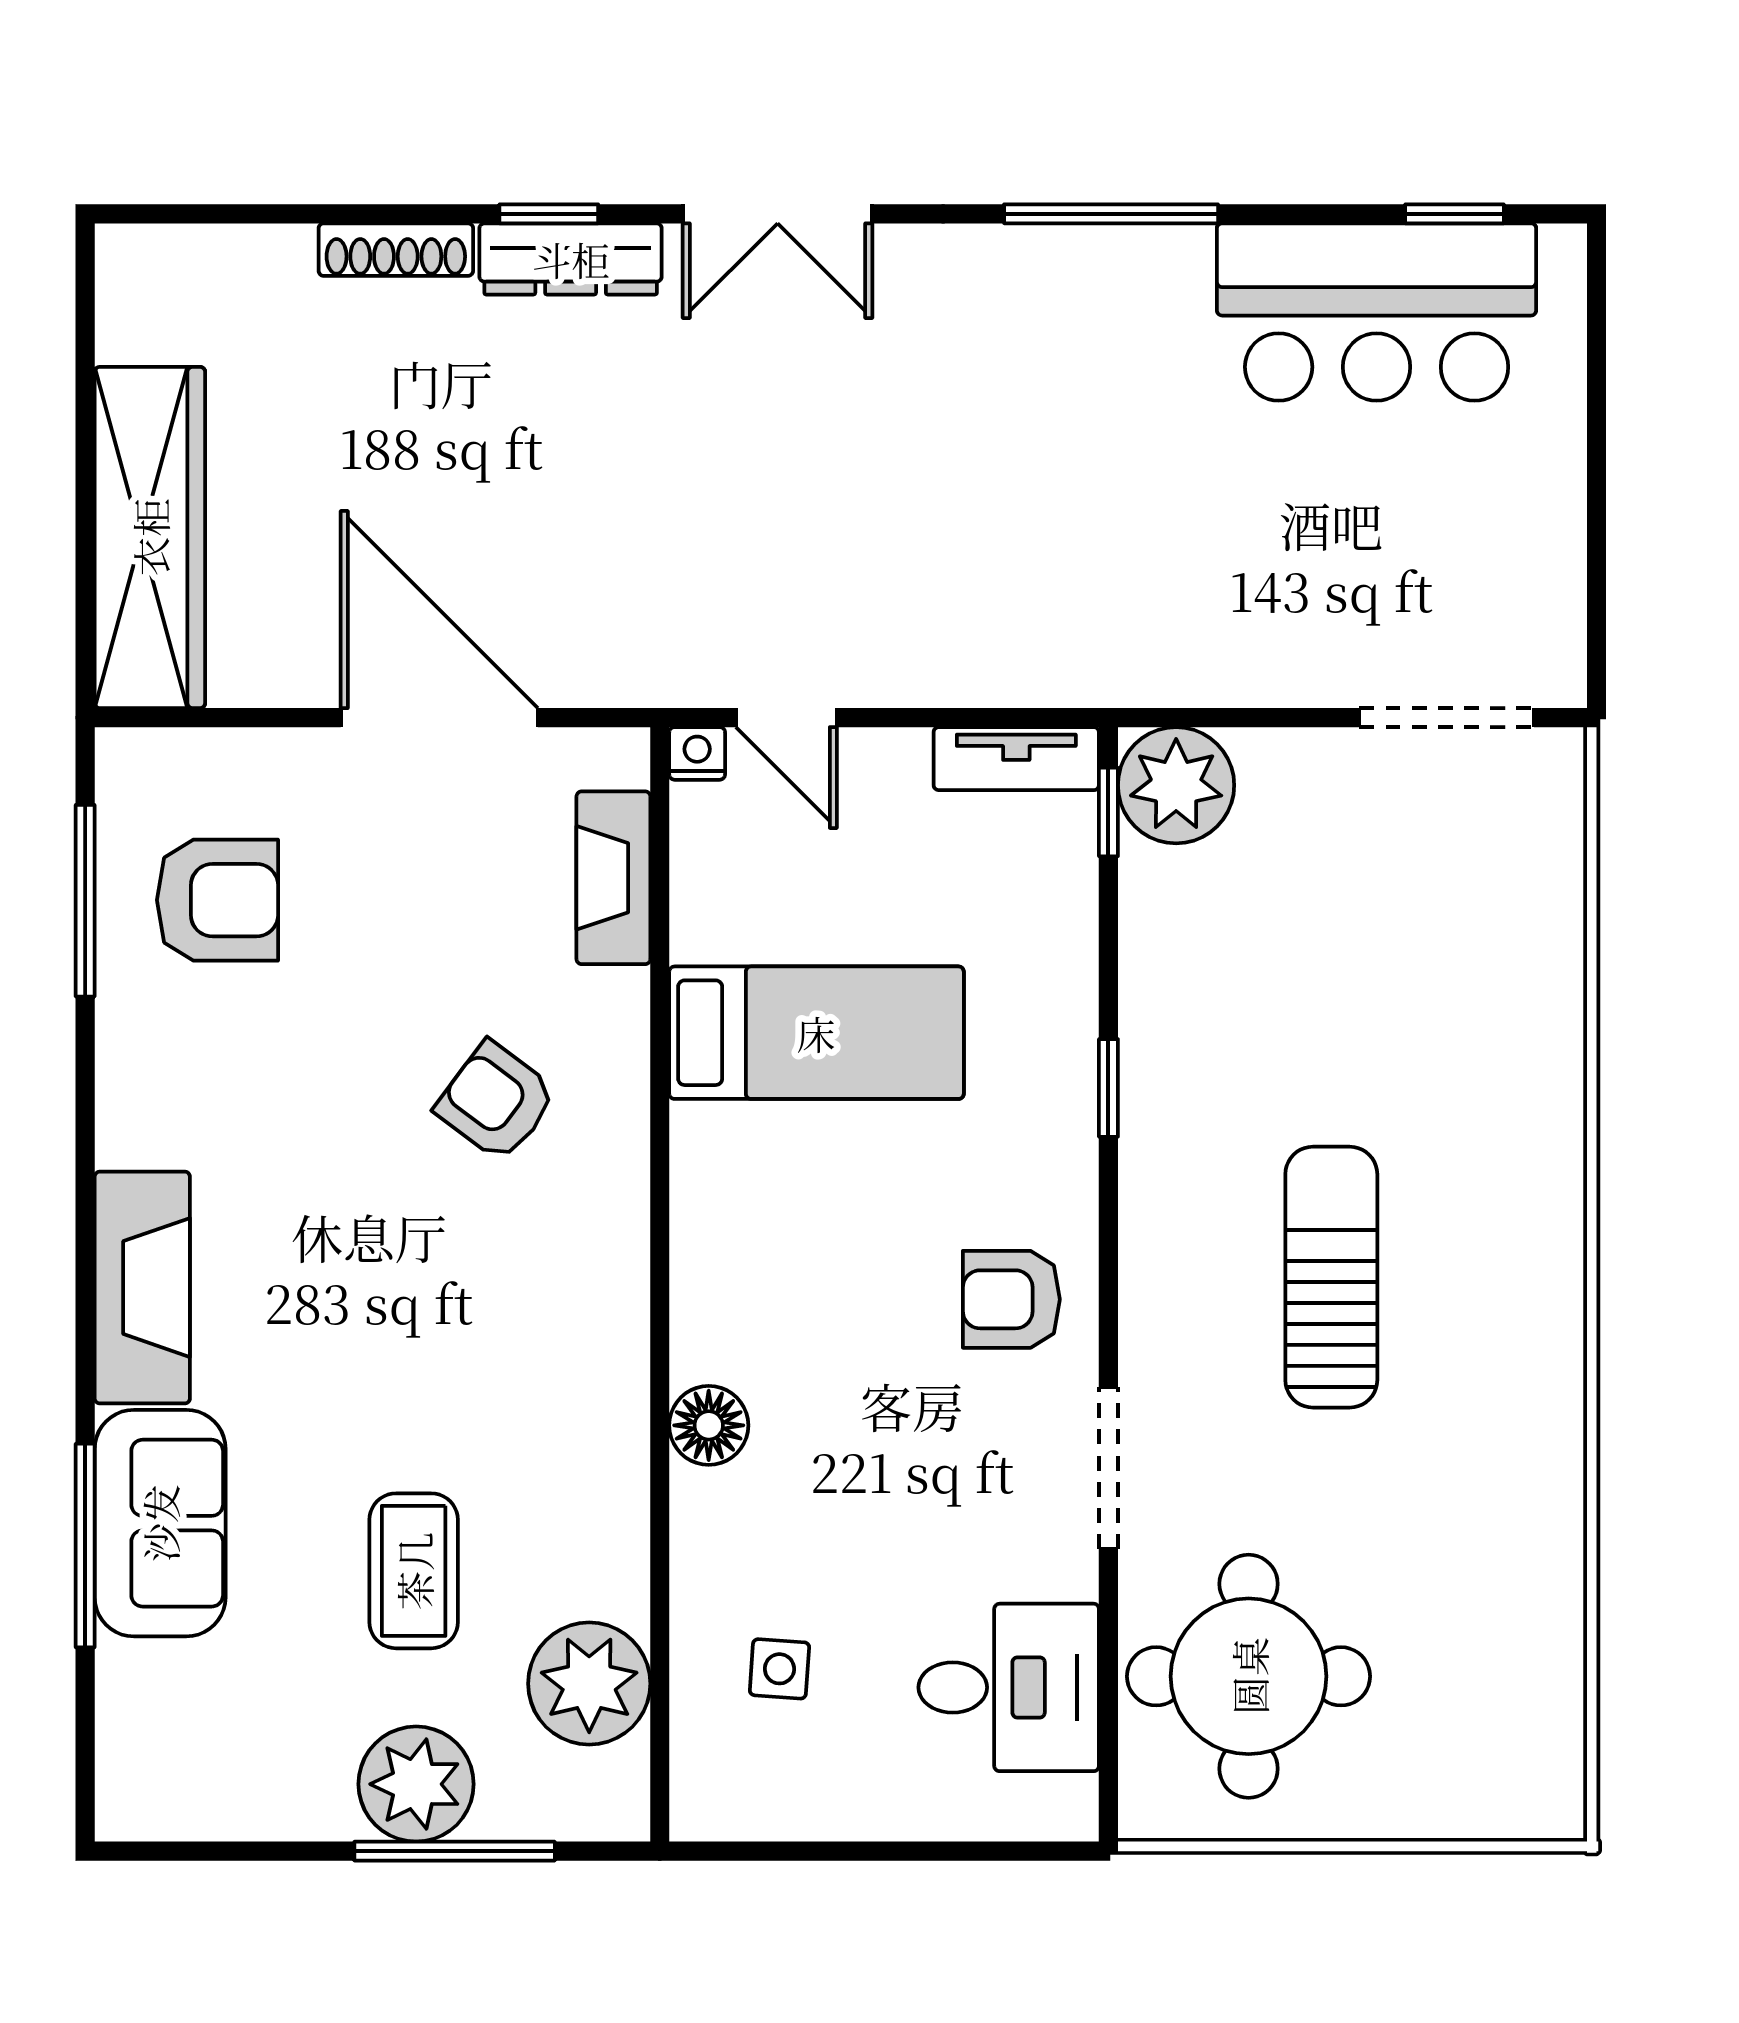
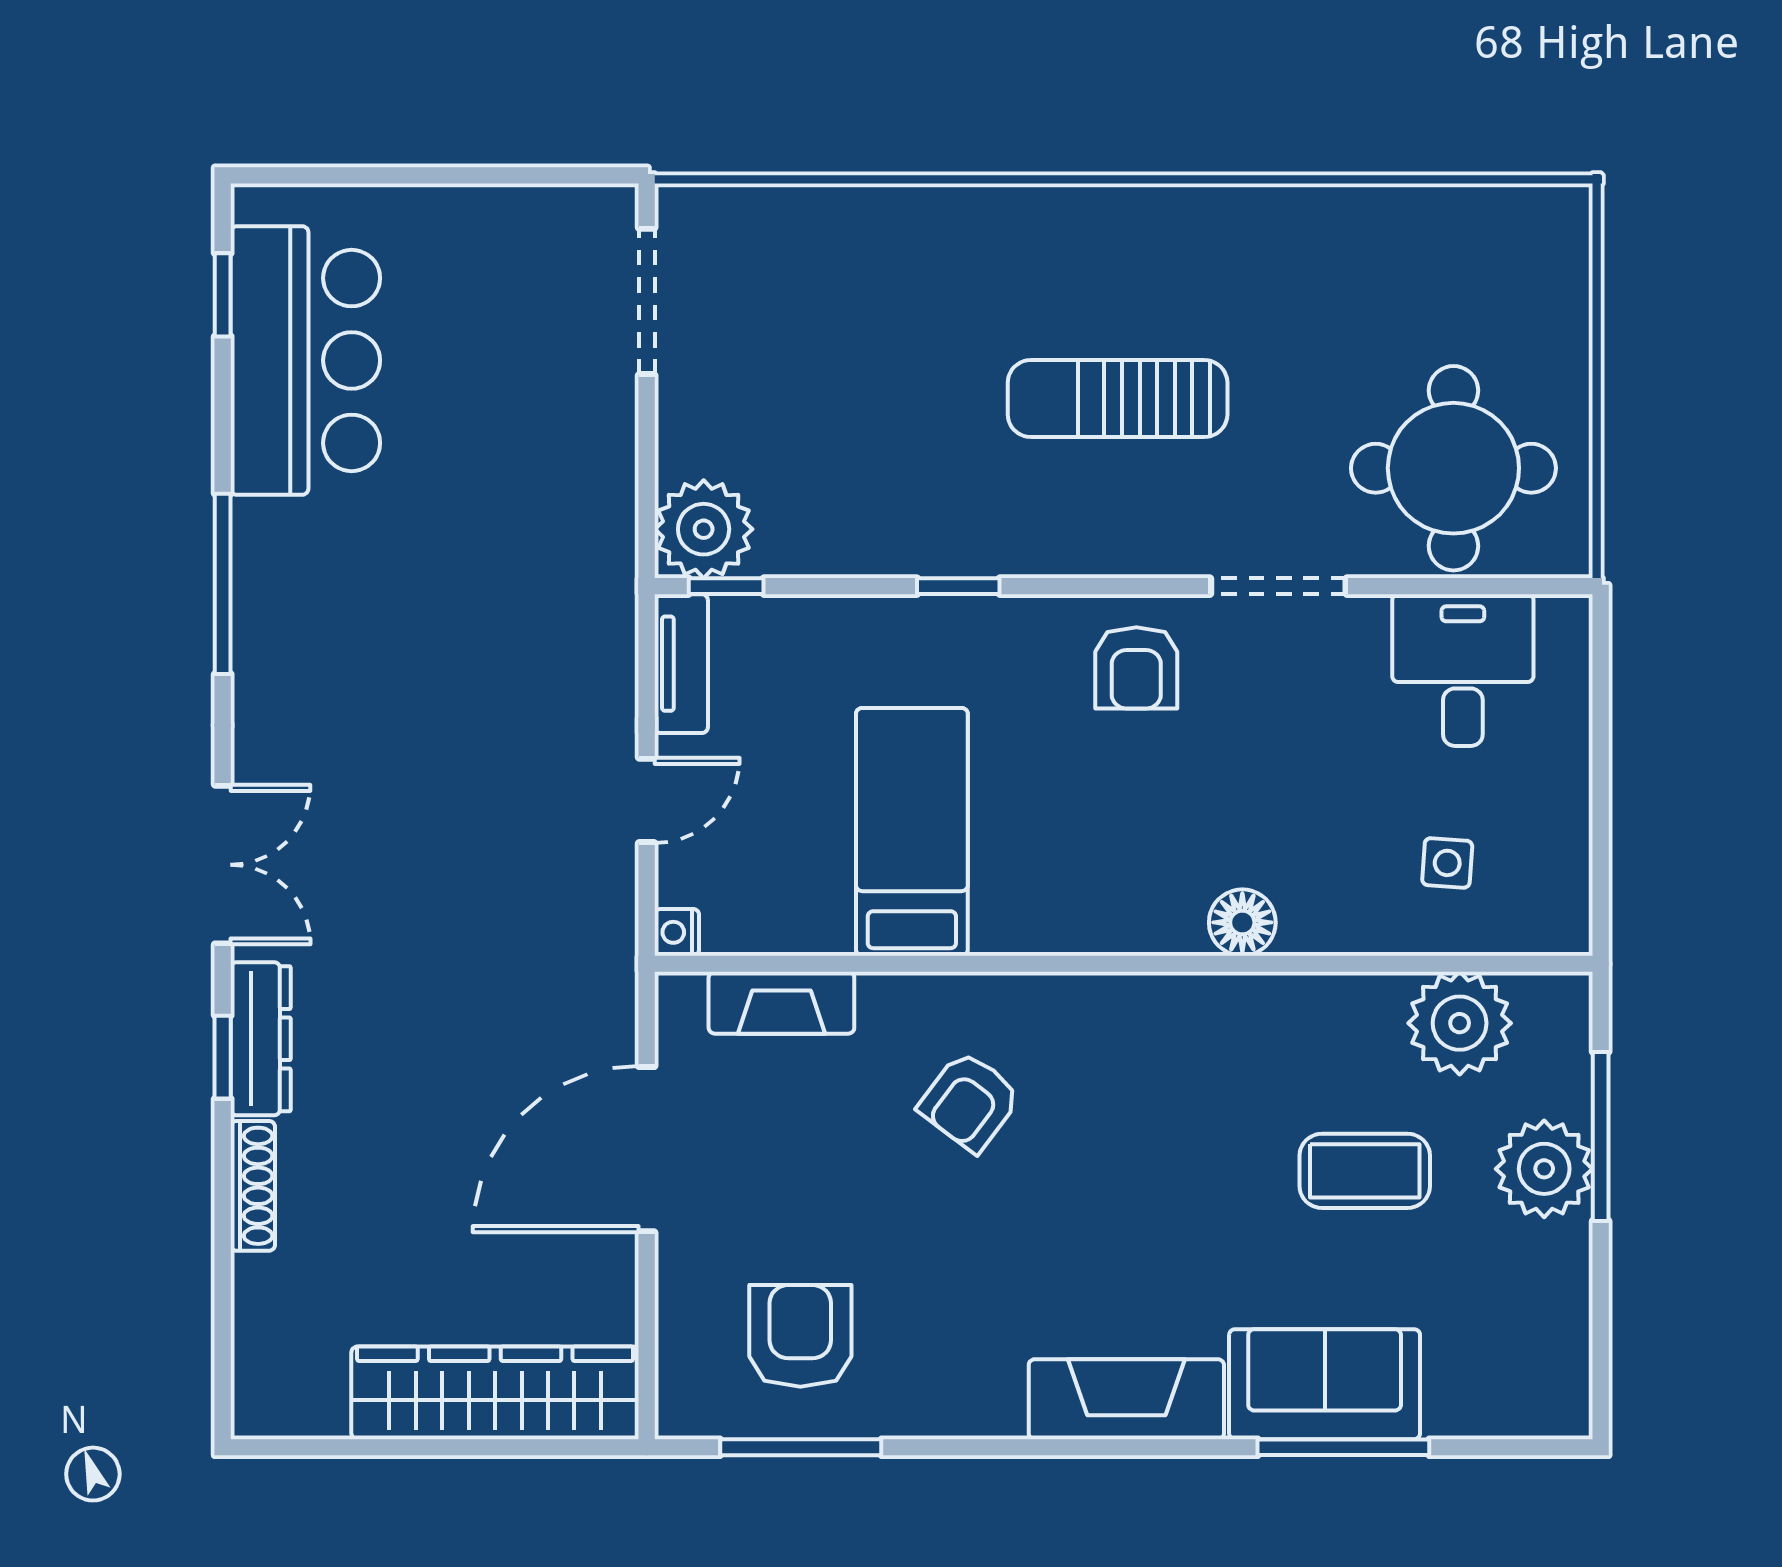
door: (786, 718) -> (647, 800), moved

